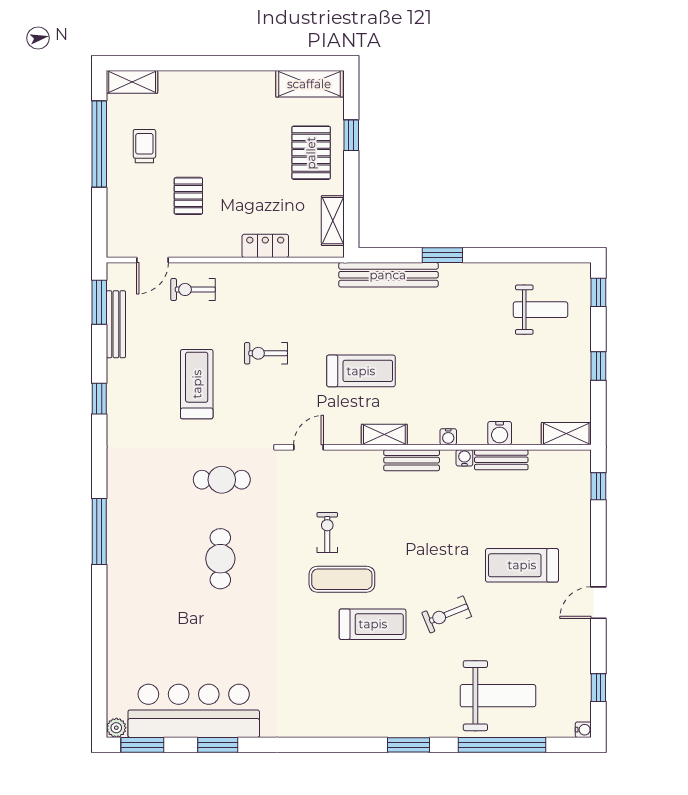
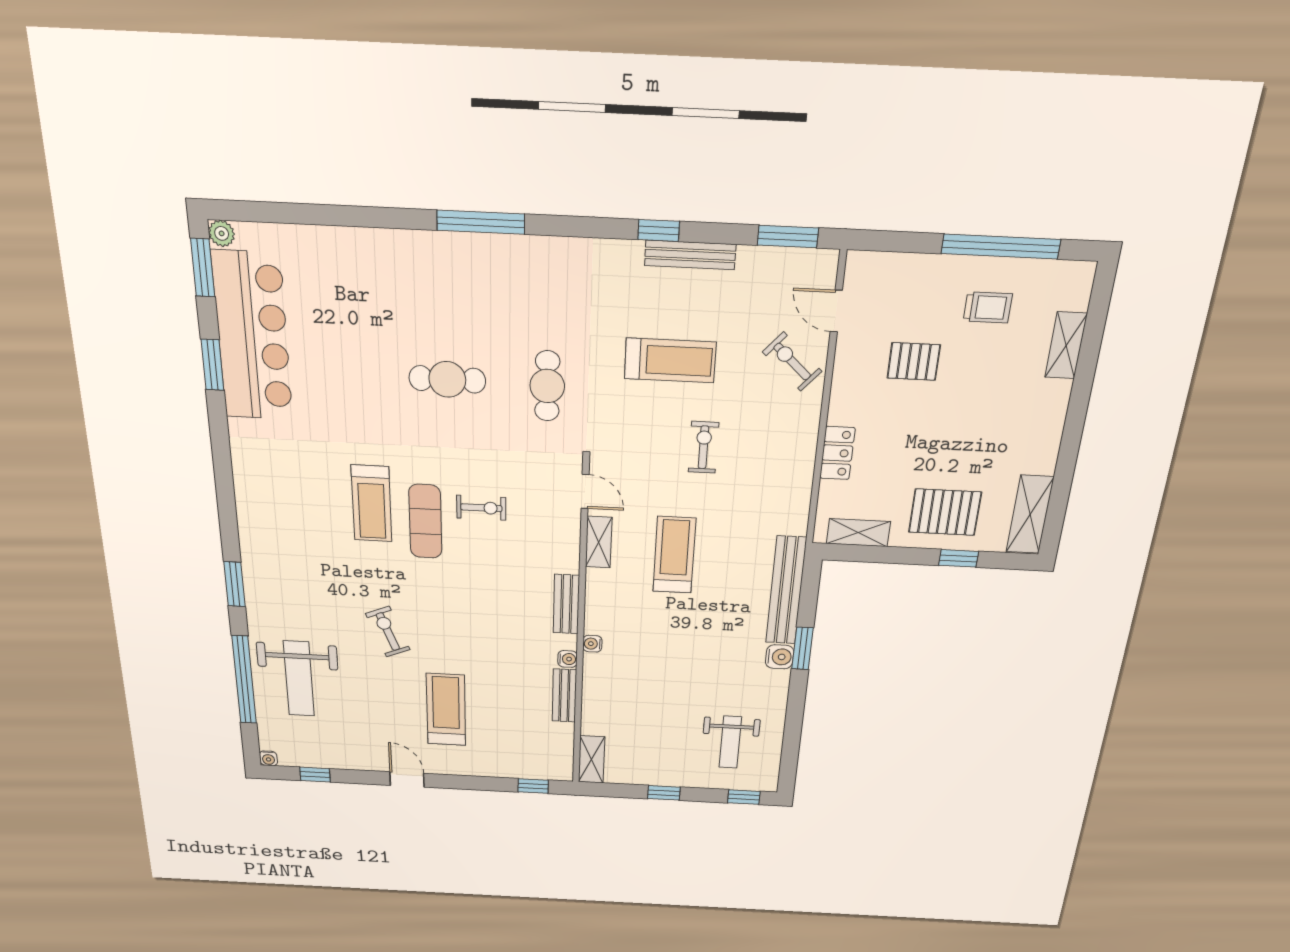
shelving: (132, 82) -> (1066, 345), moved
exercise bike: (193, 289) -> (792, 362), turned -48
bench: (116, 324) -> (690, 255), moved
treadmill: (361, 371) -> (674, 555), turned 180
water cooler: (500, 433) -> (780, 657), moved, turned 180
shelving: (384, 434) -> (599, 542), moved
treadmill: (373, 624) -> (371, 503), moved

